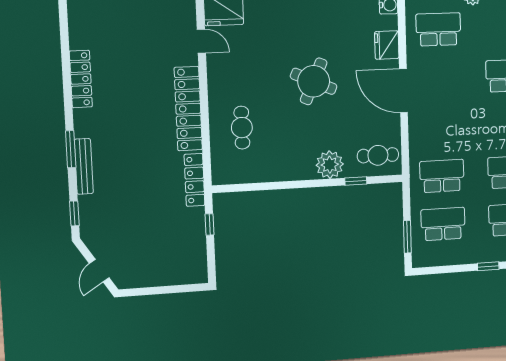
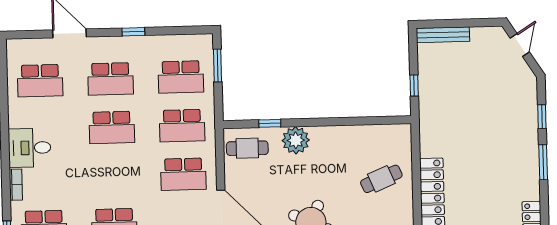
cafe table: (242, 128) -> (381, 179), turned 67
school desk: (441, 128) -> (183, 174), added
bench: (84, 166) -> (443, 35), moved, turned 90
locker: (195, 180) -> (428, 129), removed
window: (74, 213) -> (542, 117), moved

